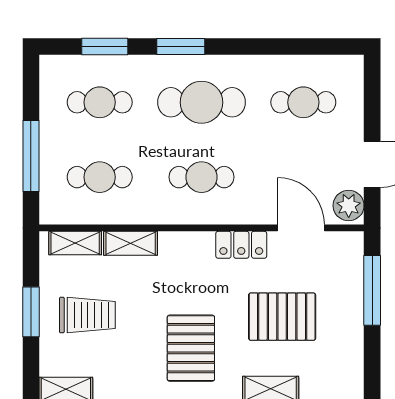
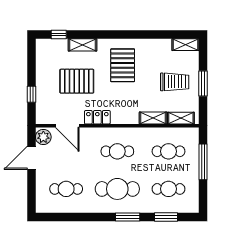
window: (372, 290) -> (32, 94), width x0.46
trolley: (87, 315) -> (175, 82), turned 180

